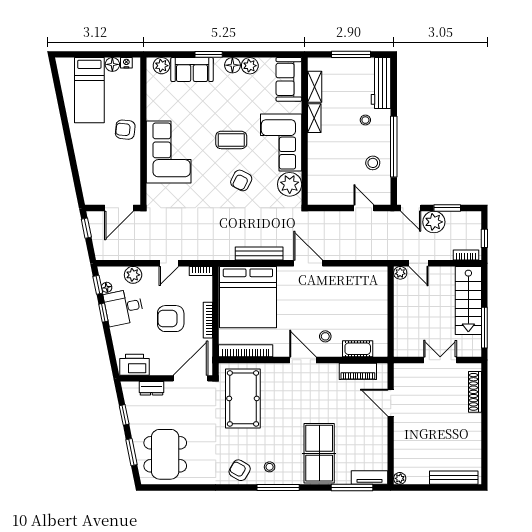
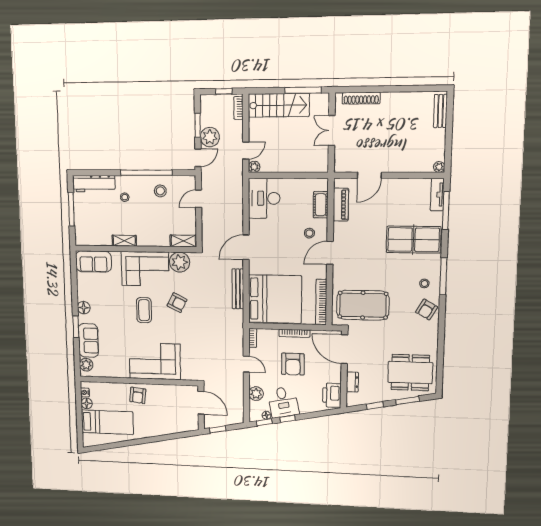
plant: (250, 66) -> (84, 293), removed
shelving: (315, 87) -> (183, 241), moved
desk: (365, 284) -> (264, 198), added
bench: (454, 478) -> (440, 111), width x0.73

